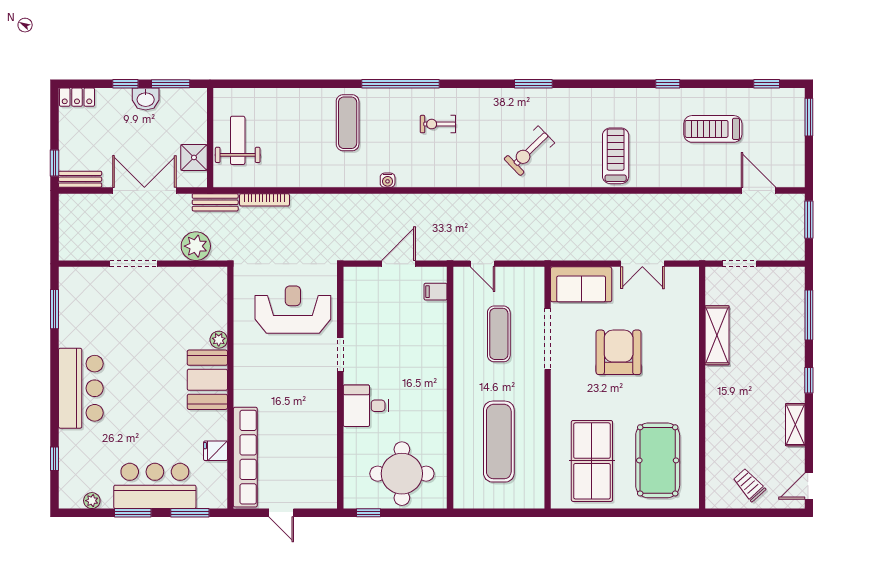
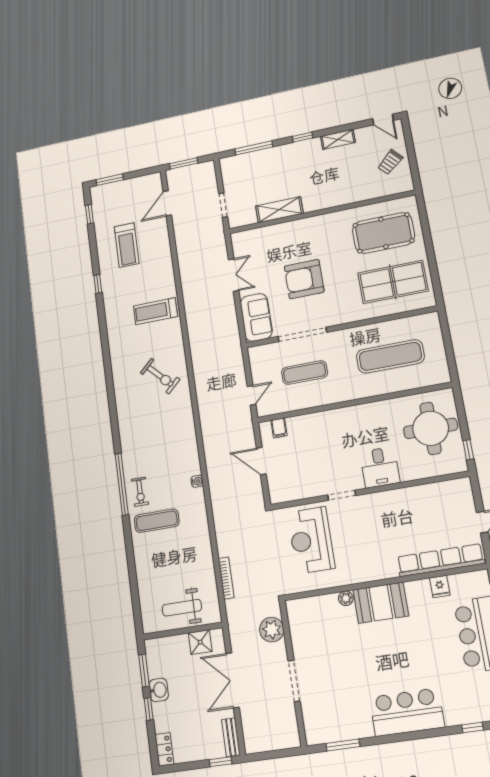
window: (533, 84) -> (110, 383), removed
exercise bike: (438, 124) -> (140, 492), moved
bench: (215, 202) -> (234, 619), removed

